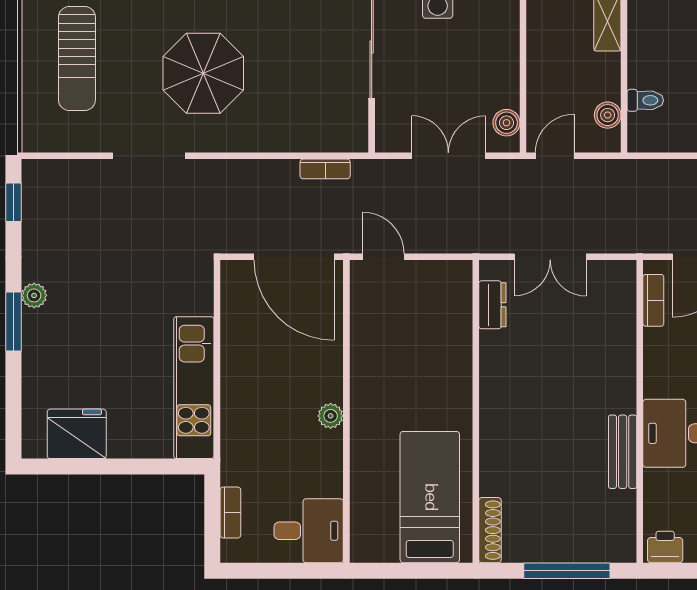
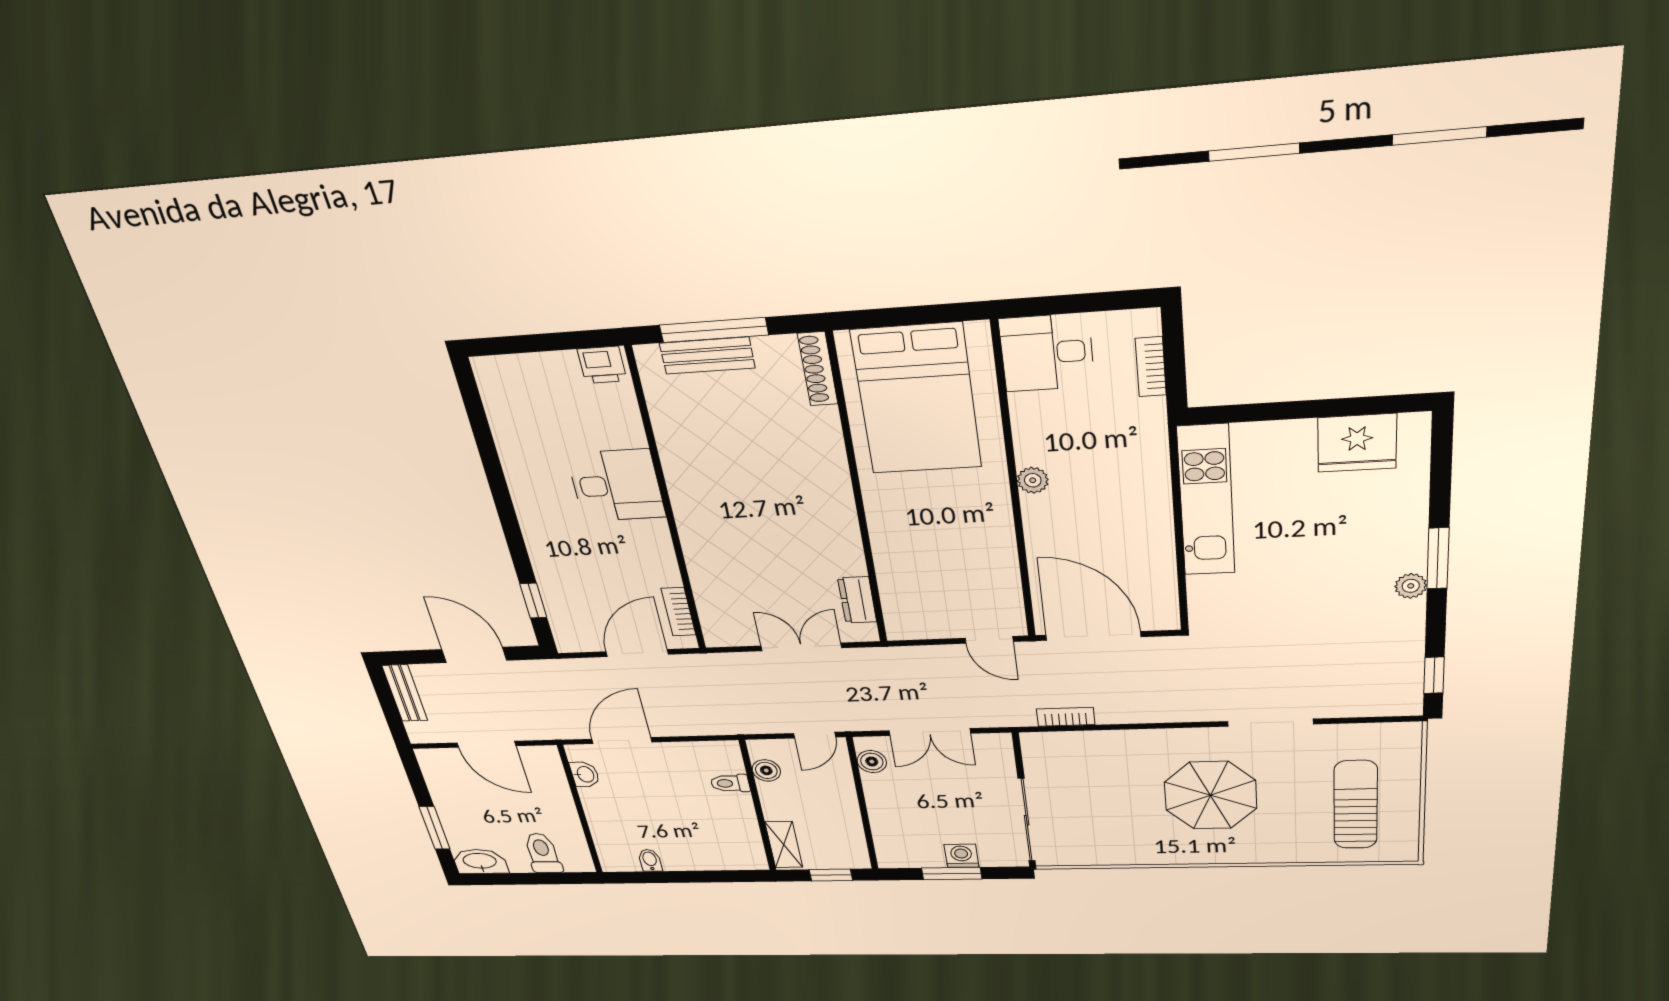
bench: (623, 452) -> (707, 356), moved, turned 90
bed: (430, 497) -> (917, 399), width x1.50

